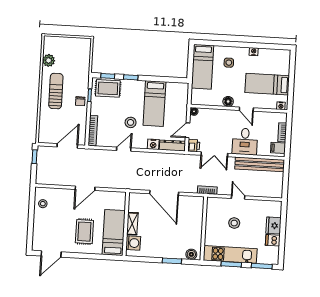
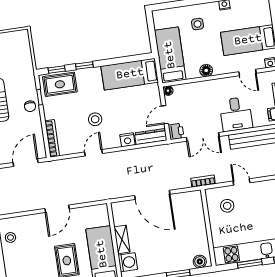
bed: (203, 67) -> (170, 55), moved, turned 180
bed: (154, 104) -> (130, 74), moved, turned 90
door: (246, 109) -> (248, 72), moved
stool: (234, 223) -> (227, 206), moved

